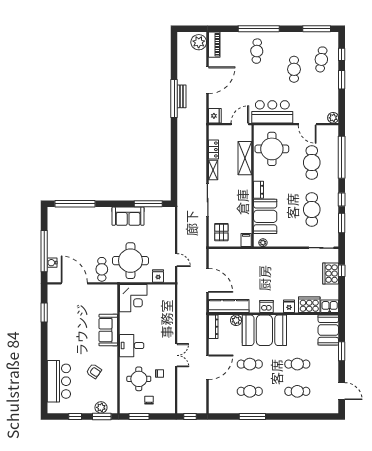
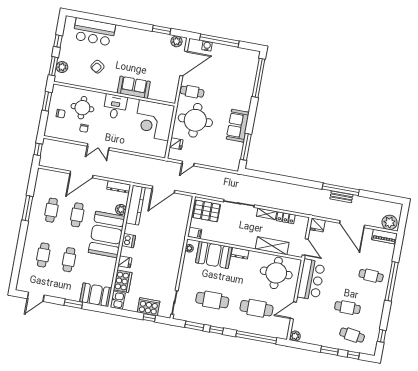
window: (317, 29) -> (382, 336), width x0.46
pallet: (221, 232) -> (206, 211), width x1.50, depth x1.42
plant: (53, 295) -> (176, 41), added
corner desk: (133, 298) -> (154, 120), width x1.36, depth x1.36
door: (208, 367) -> (81, 174), hinge flipped

